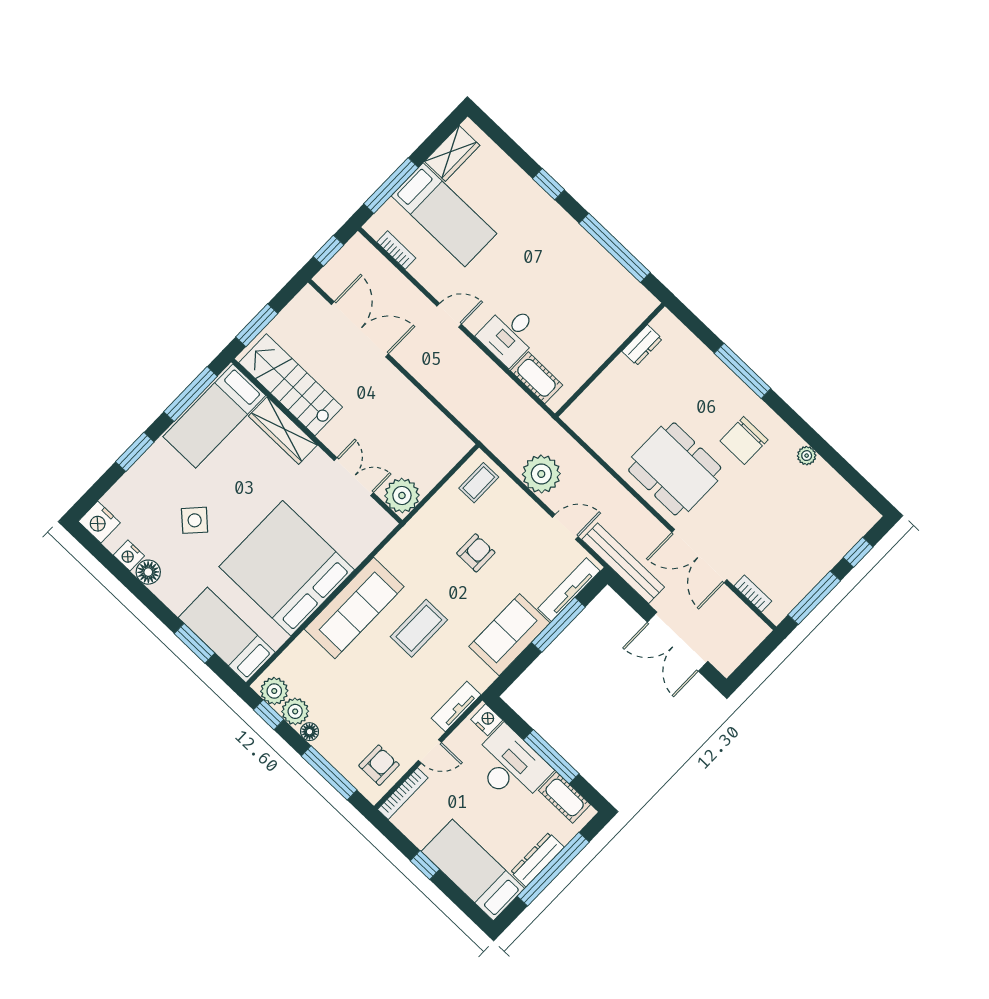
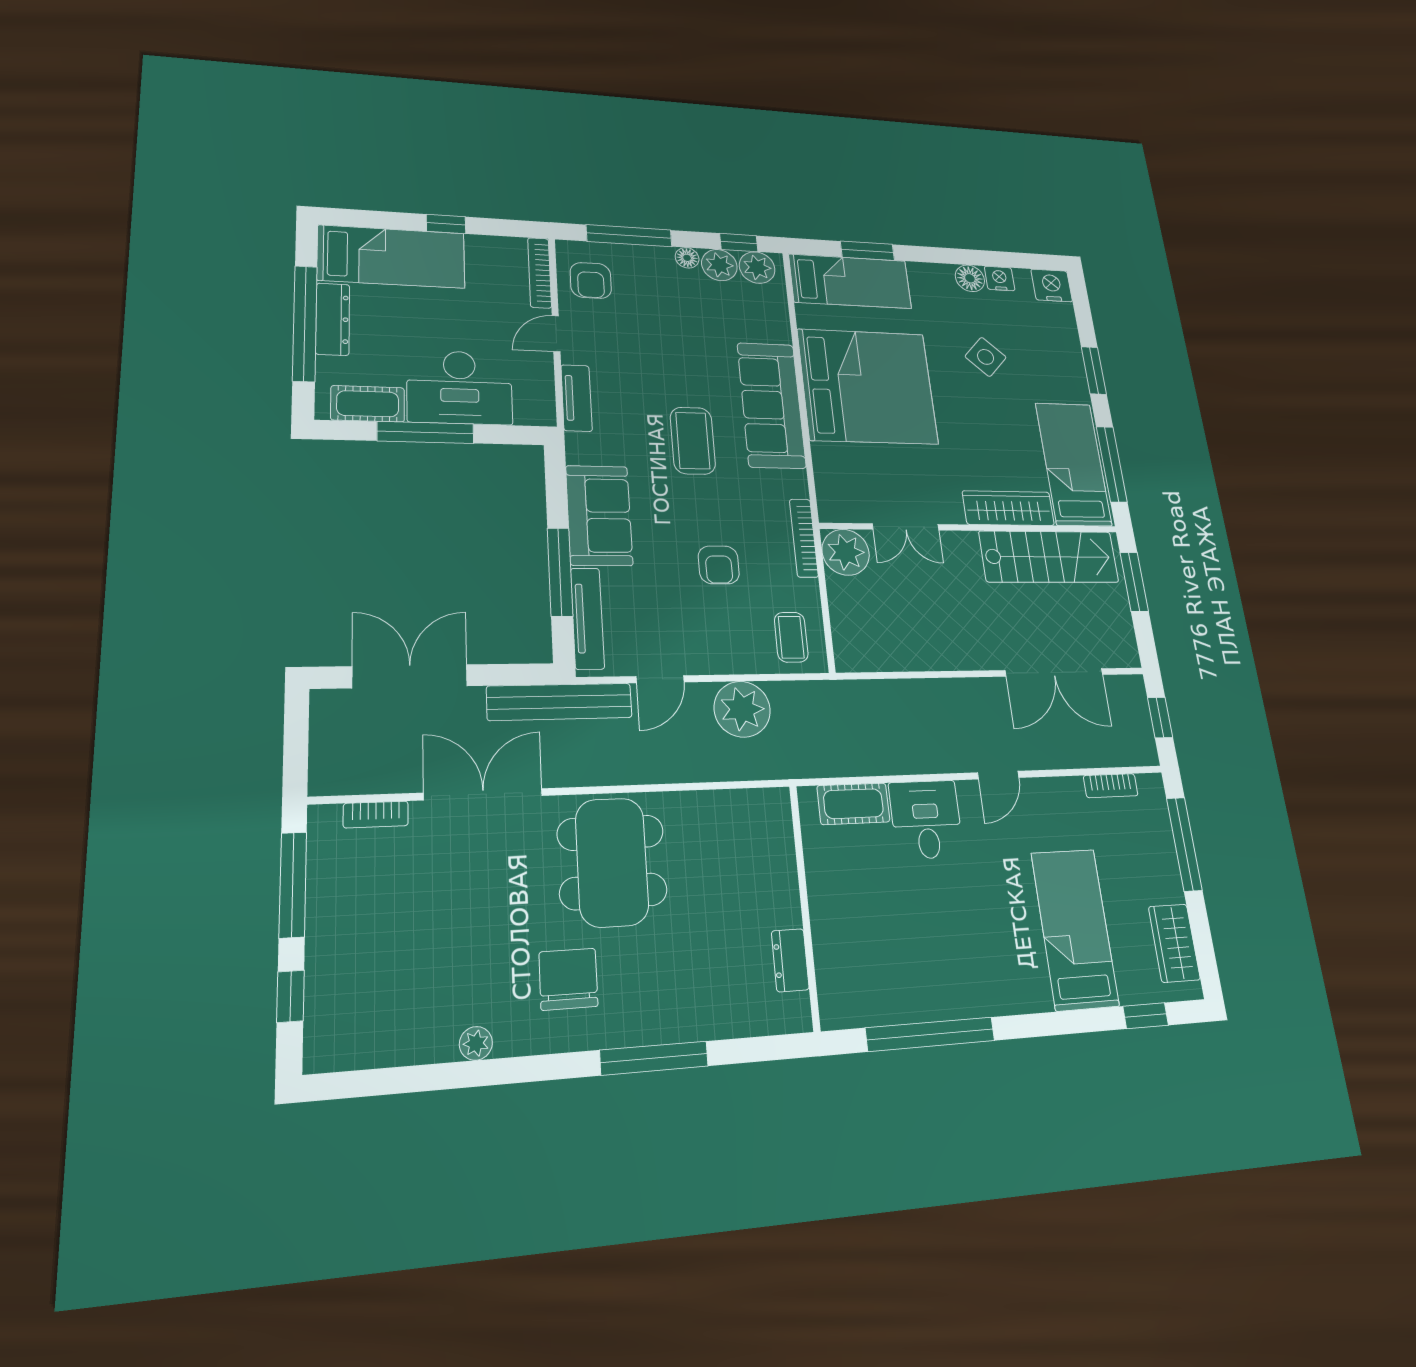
window: (549, 184) -> (1146, 1016), moved
bed: (444, 215) -> (1075, 929), moved, turned 90
dining table: (675, 469) -> (612, 862), turned 90
bookcase: (416, 524) -> (804, 538), added
nightstand: (487, 720) -> (532, 412), removed

